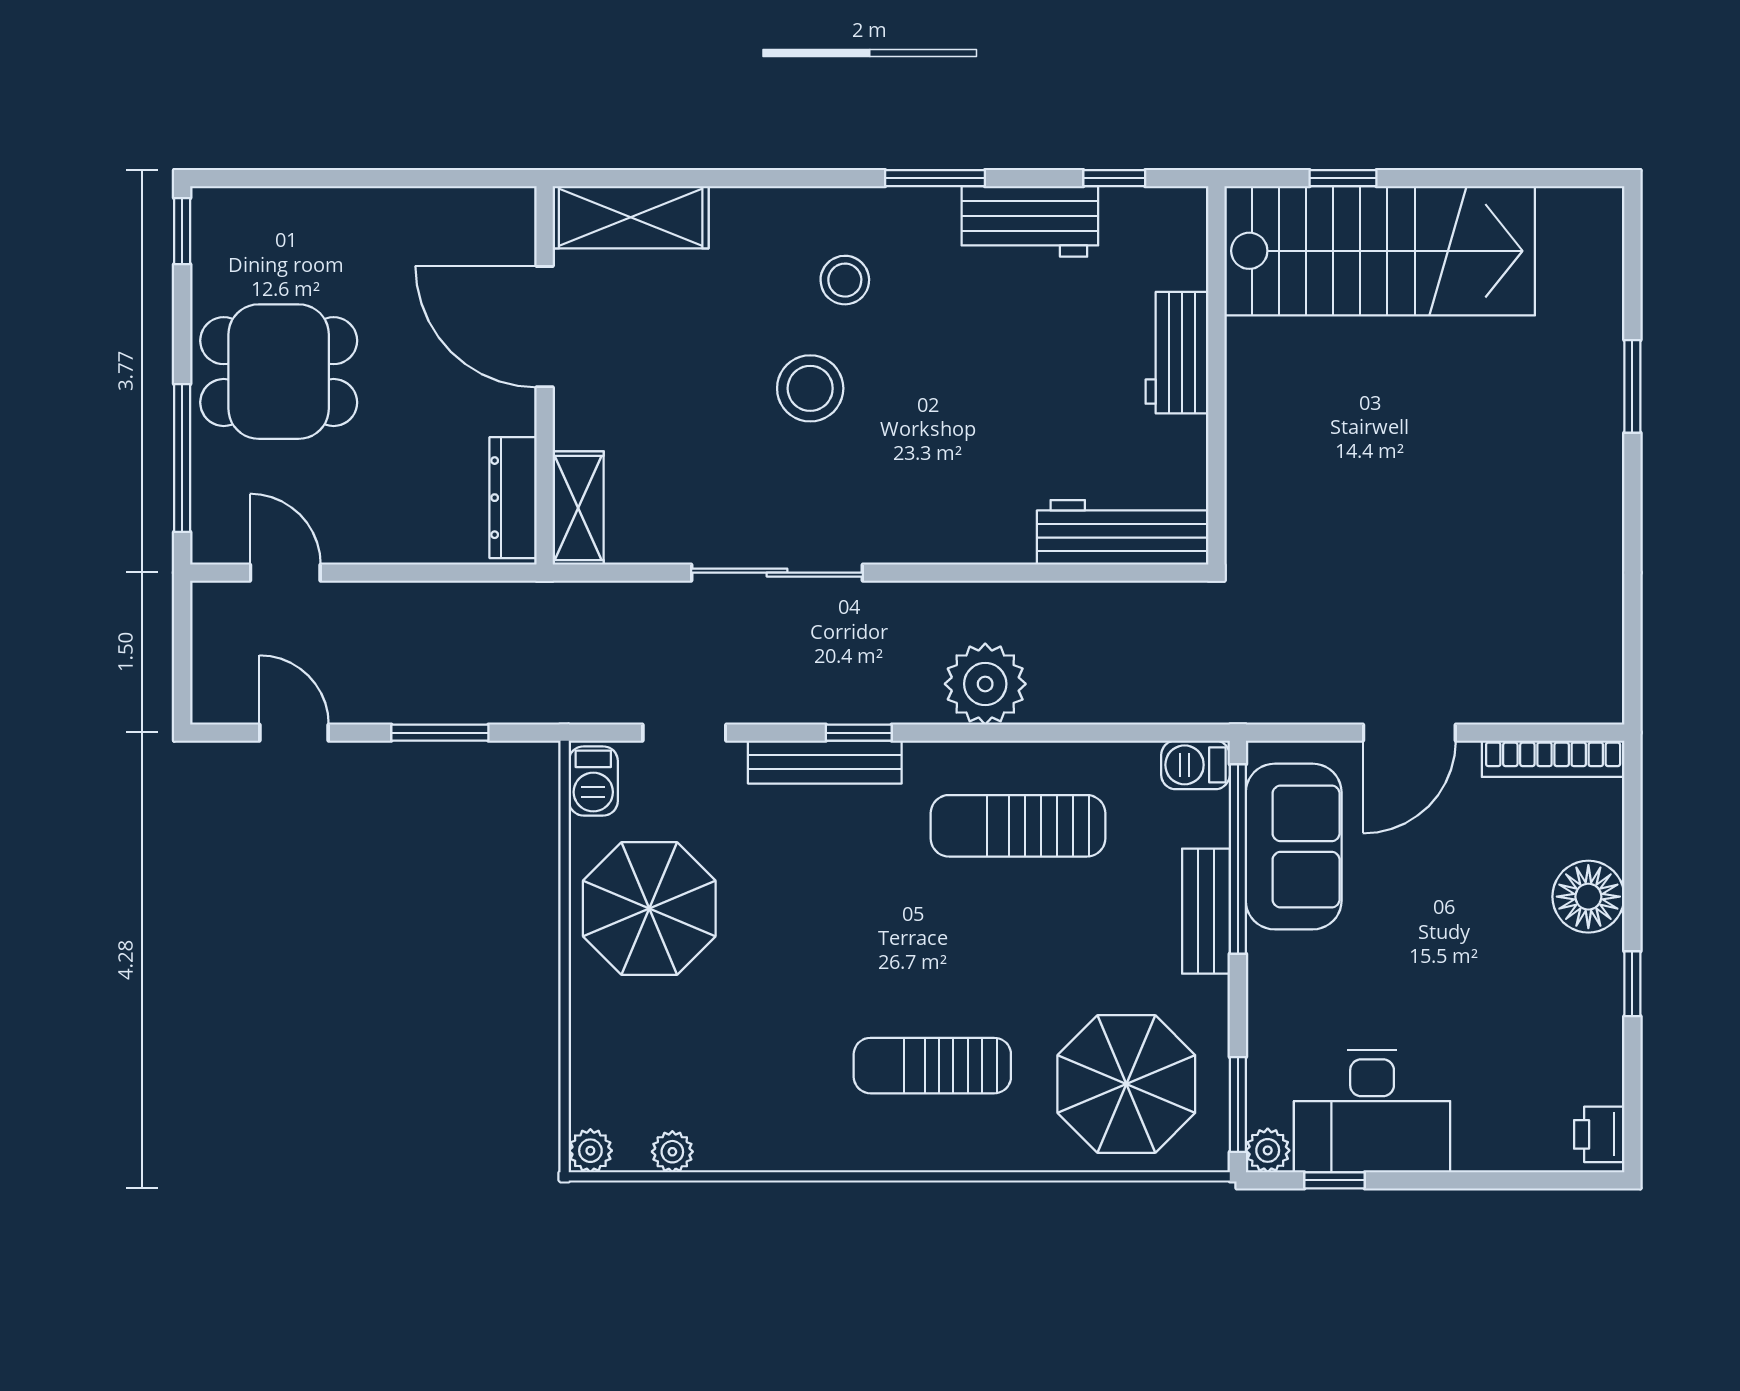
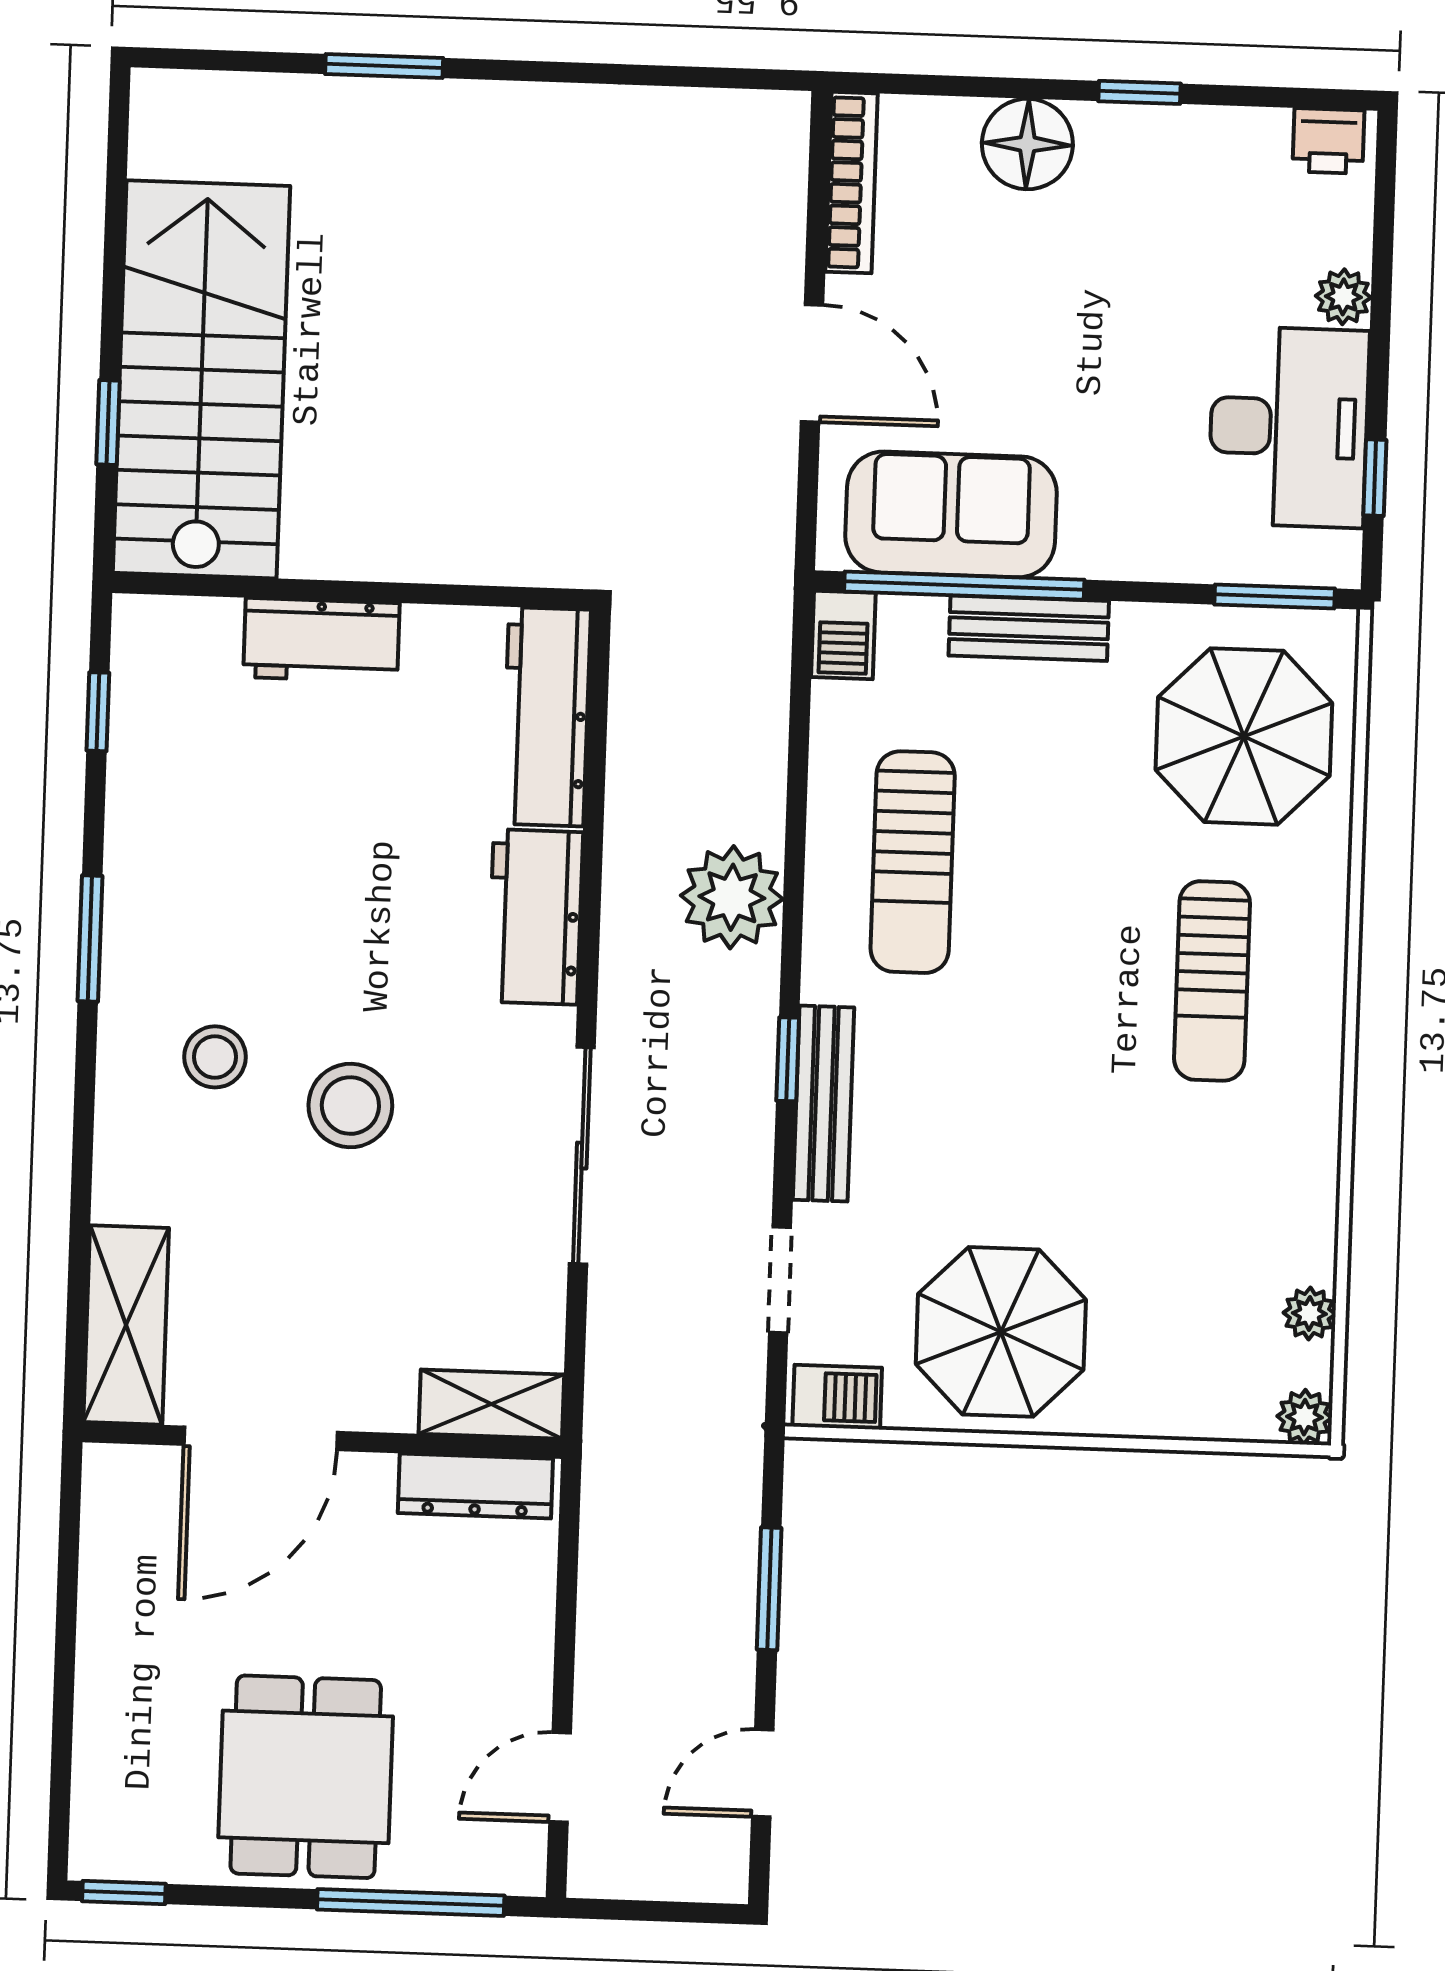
workbench: (1030, 221) -> (535, 917), moved, turned 180
plant: (1268, 1150) -> (1343, 297), moved

